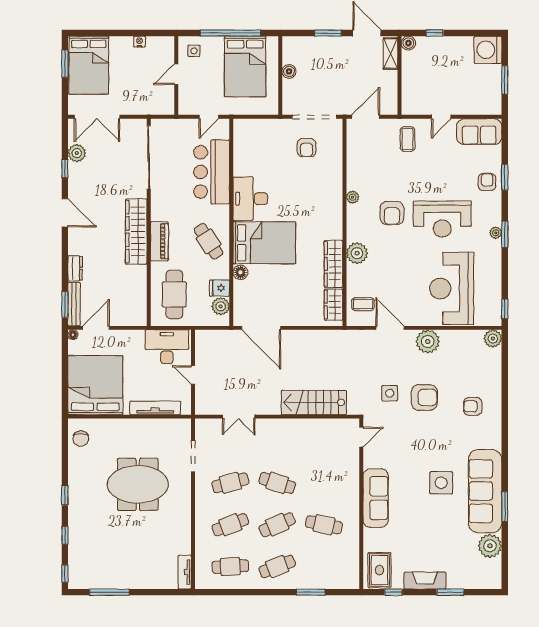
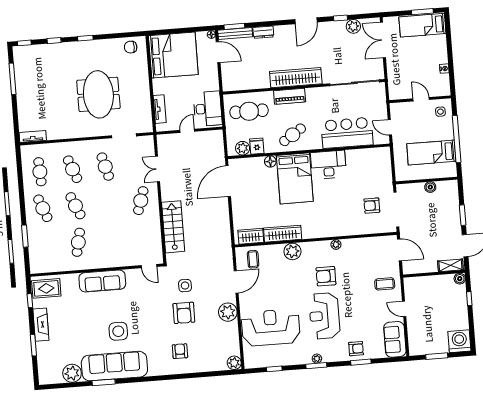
bed: (89, 65) -> (422, 25), width x0.67
bed: (245, 66) -> (431, 153), width x0.67
window: (505, 309) -> (274, 369), moved
tv unit: (155, 408) -> (160, 109), width x0.71
cafe table: (277, 483) -> (141, 201), moved

